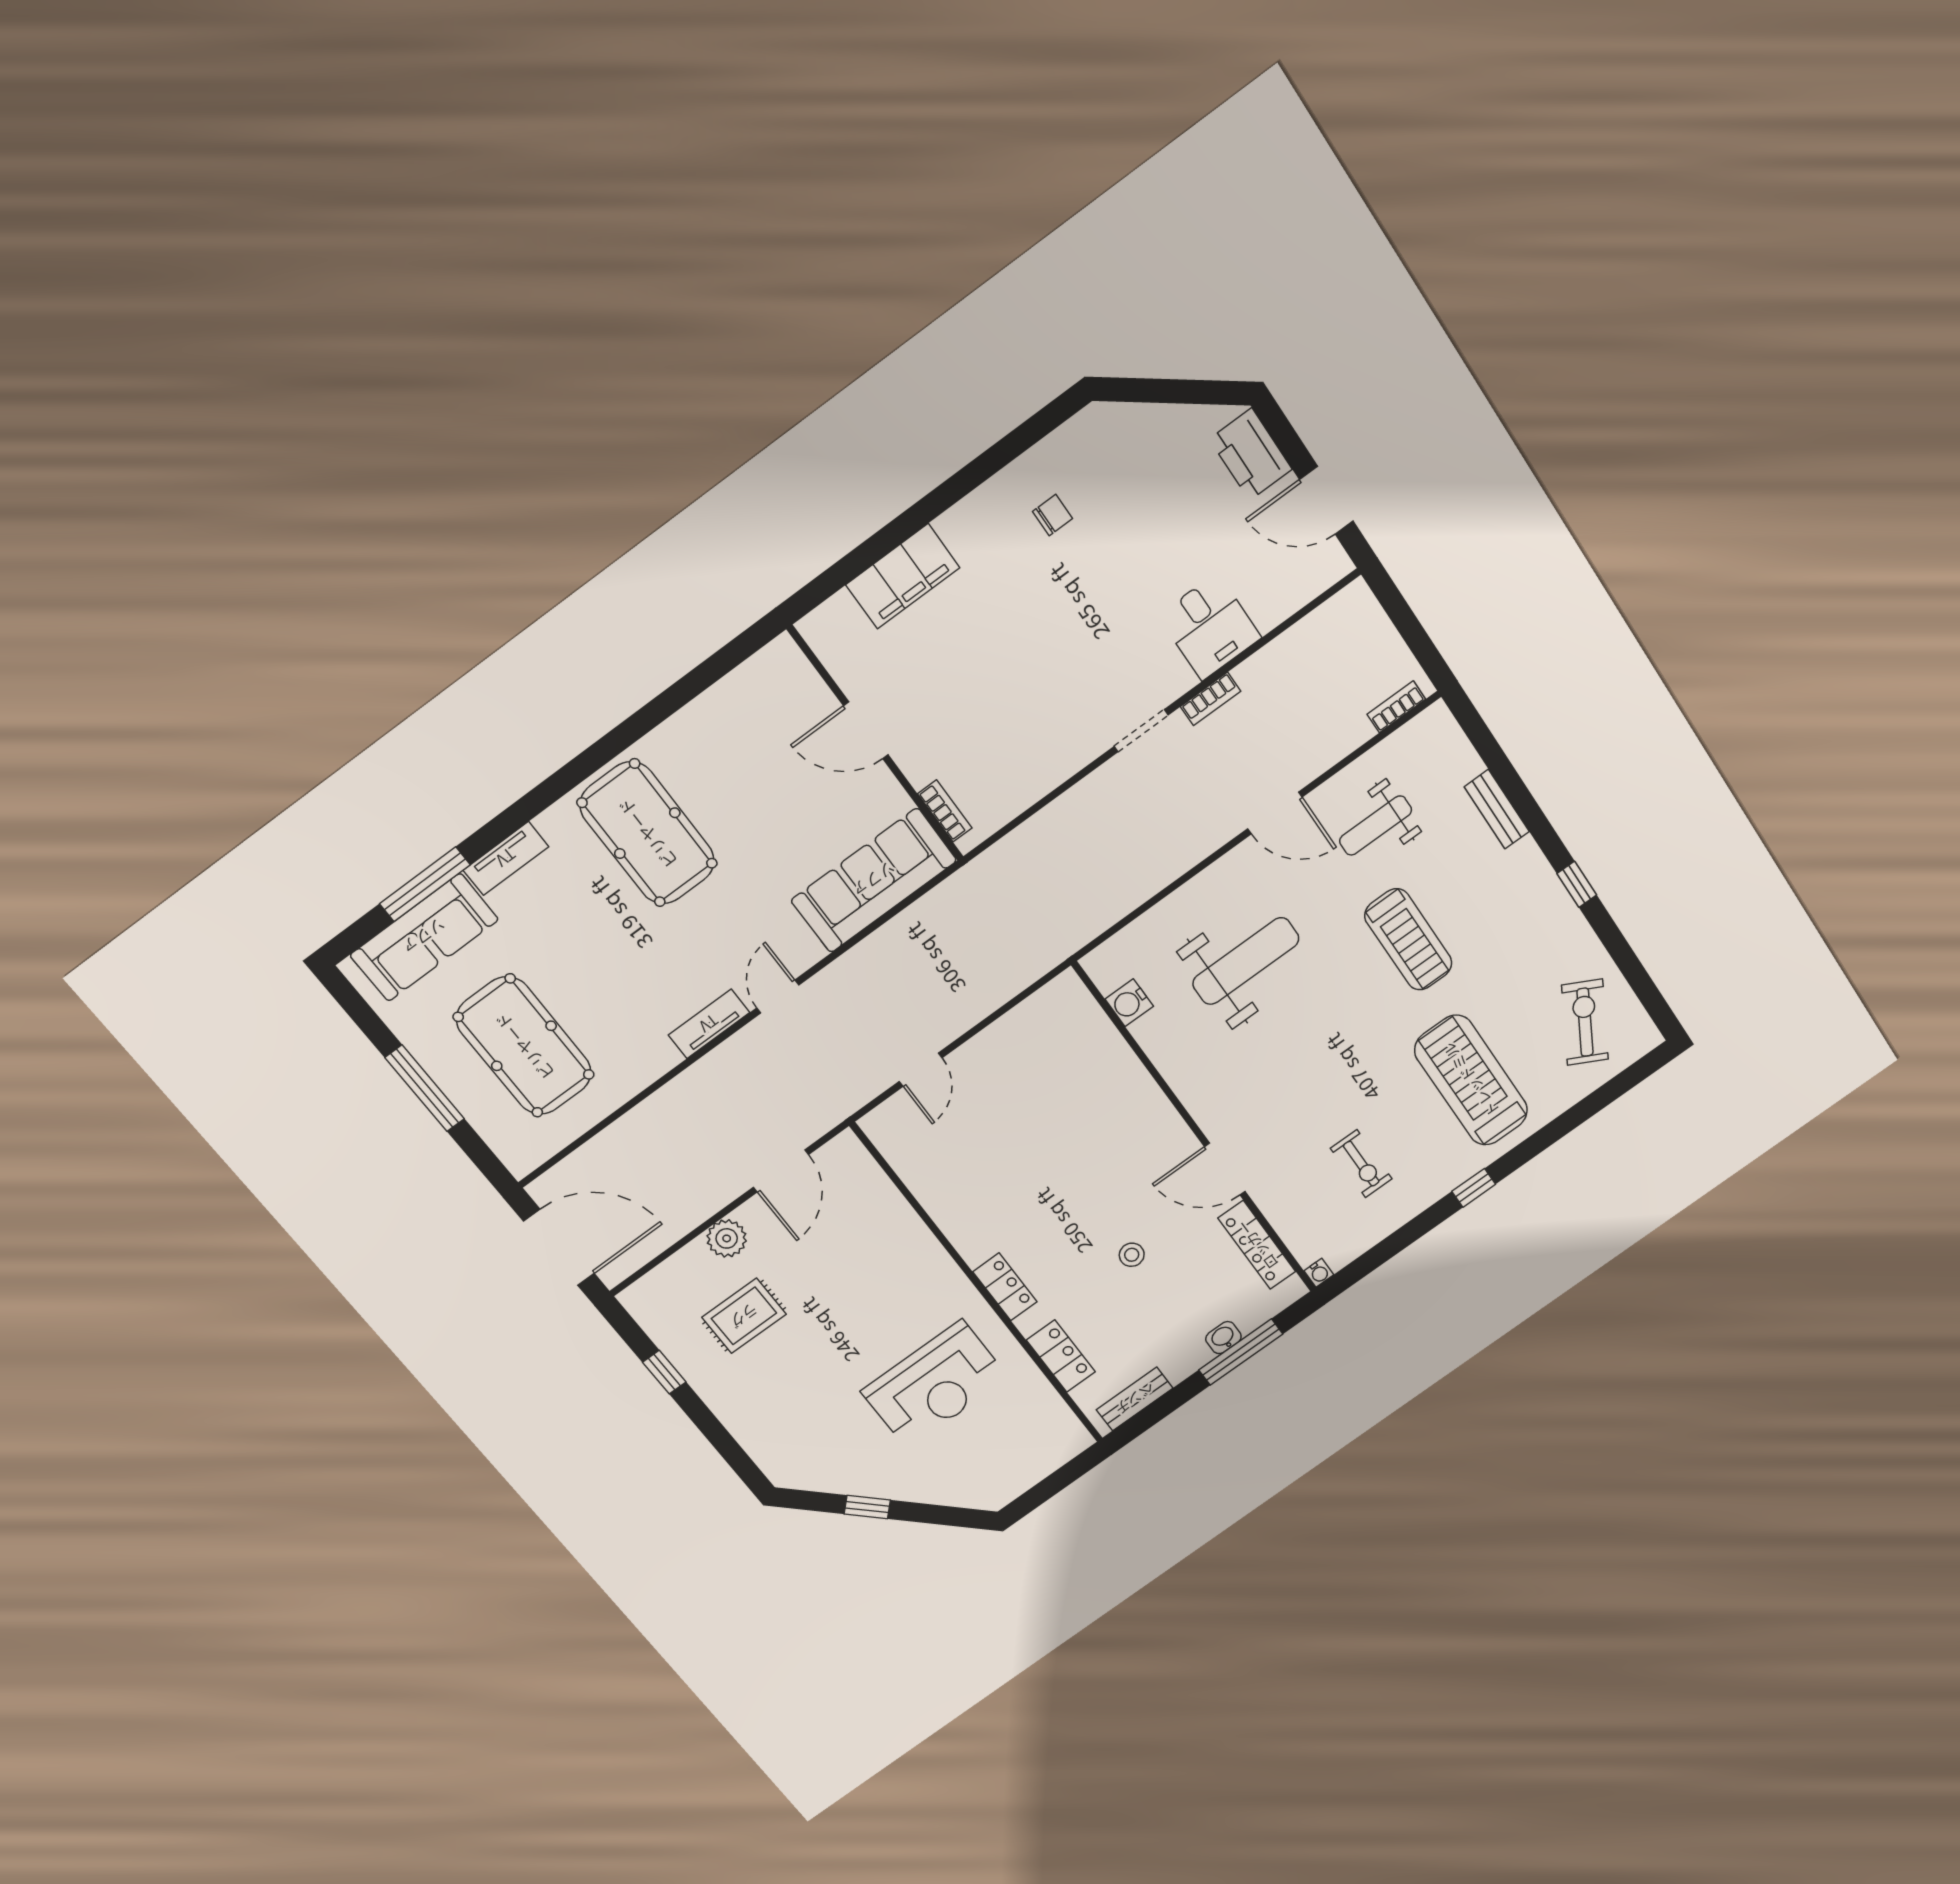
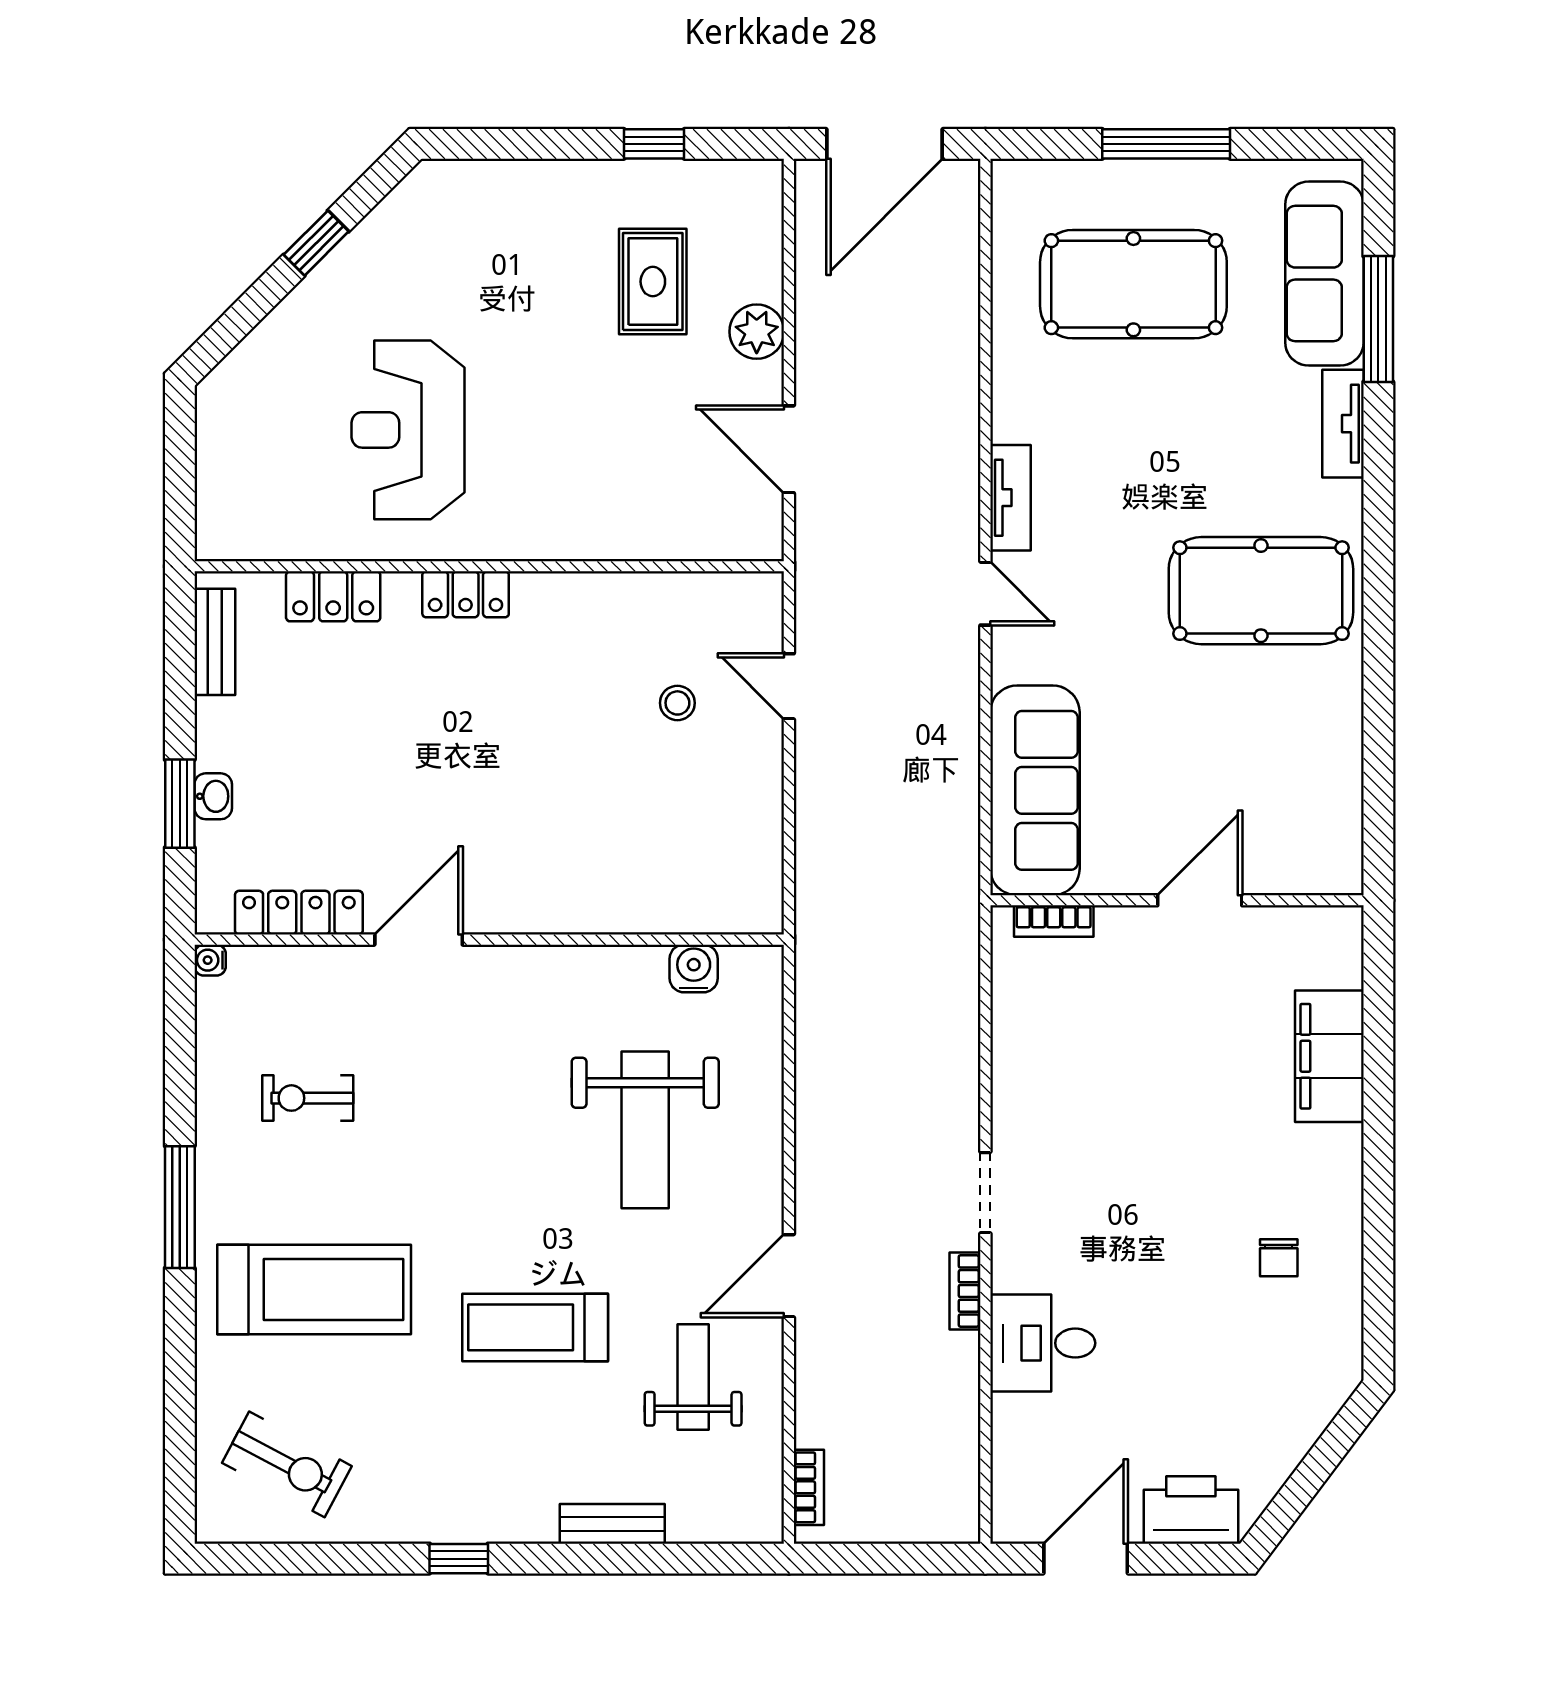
window: (1474, 1188) -> (180, 1207), width x2.17
stool: (1132, 1255) -> (677, 703), moved
window: (1241, 1352) -> (180, 804), width x0.69

